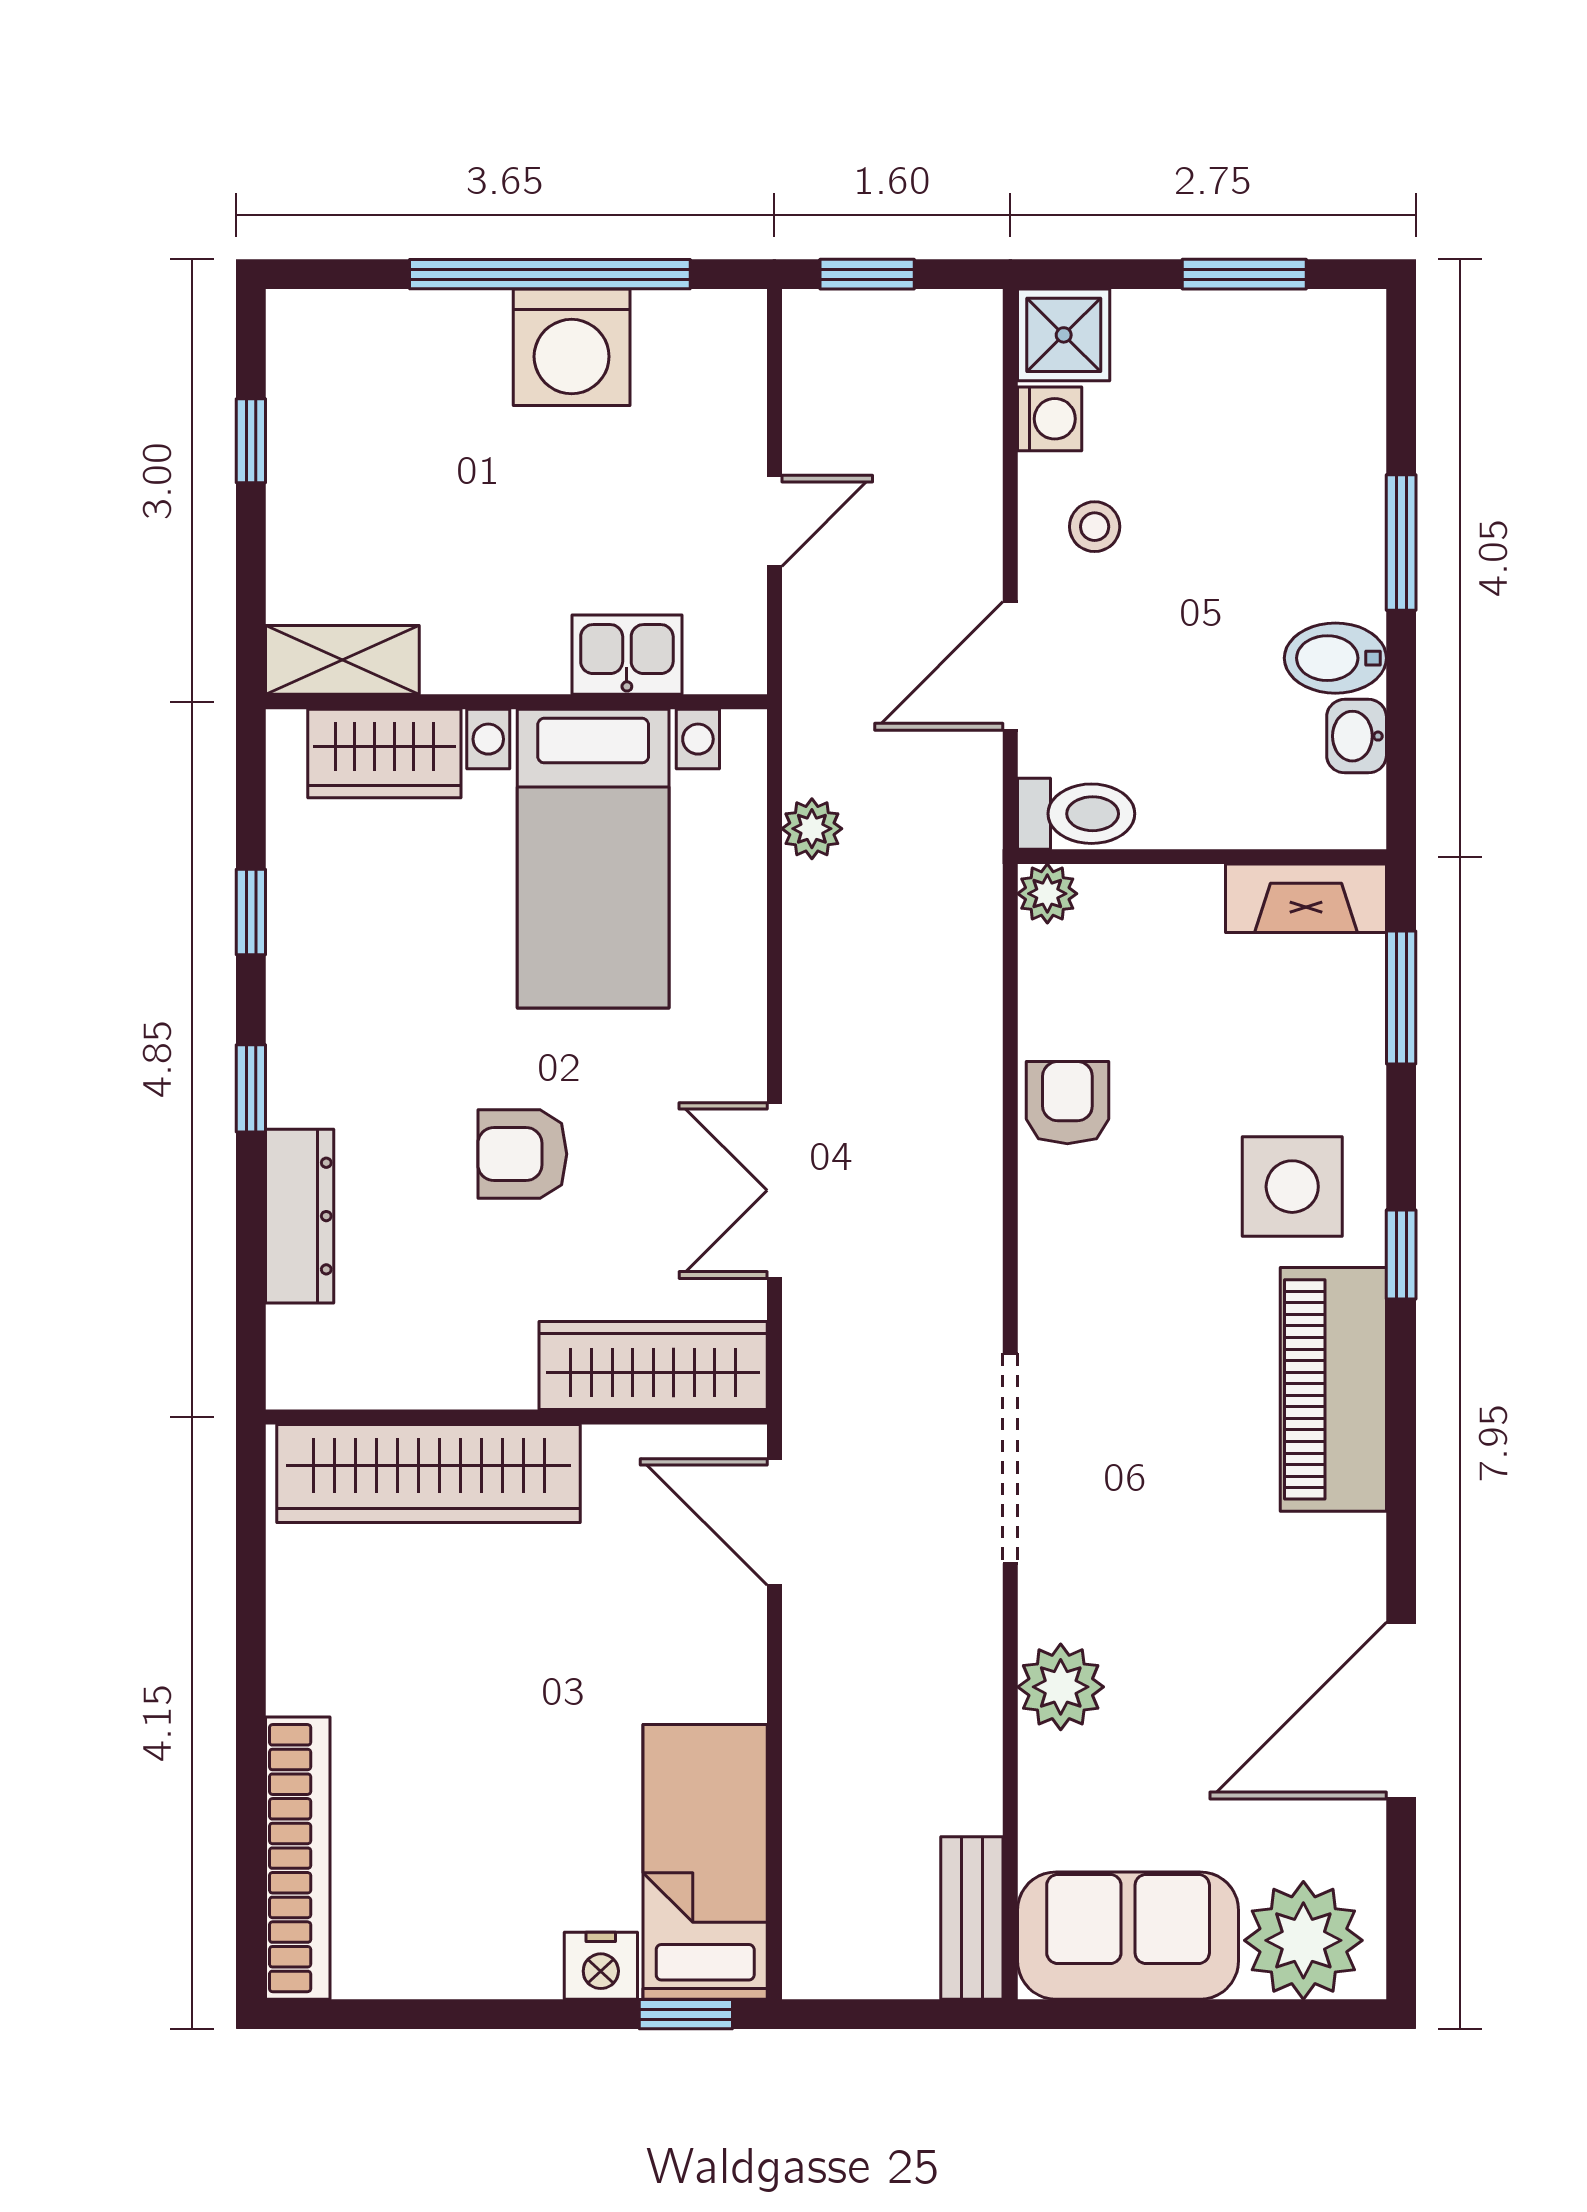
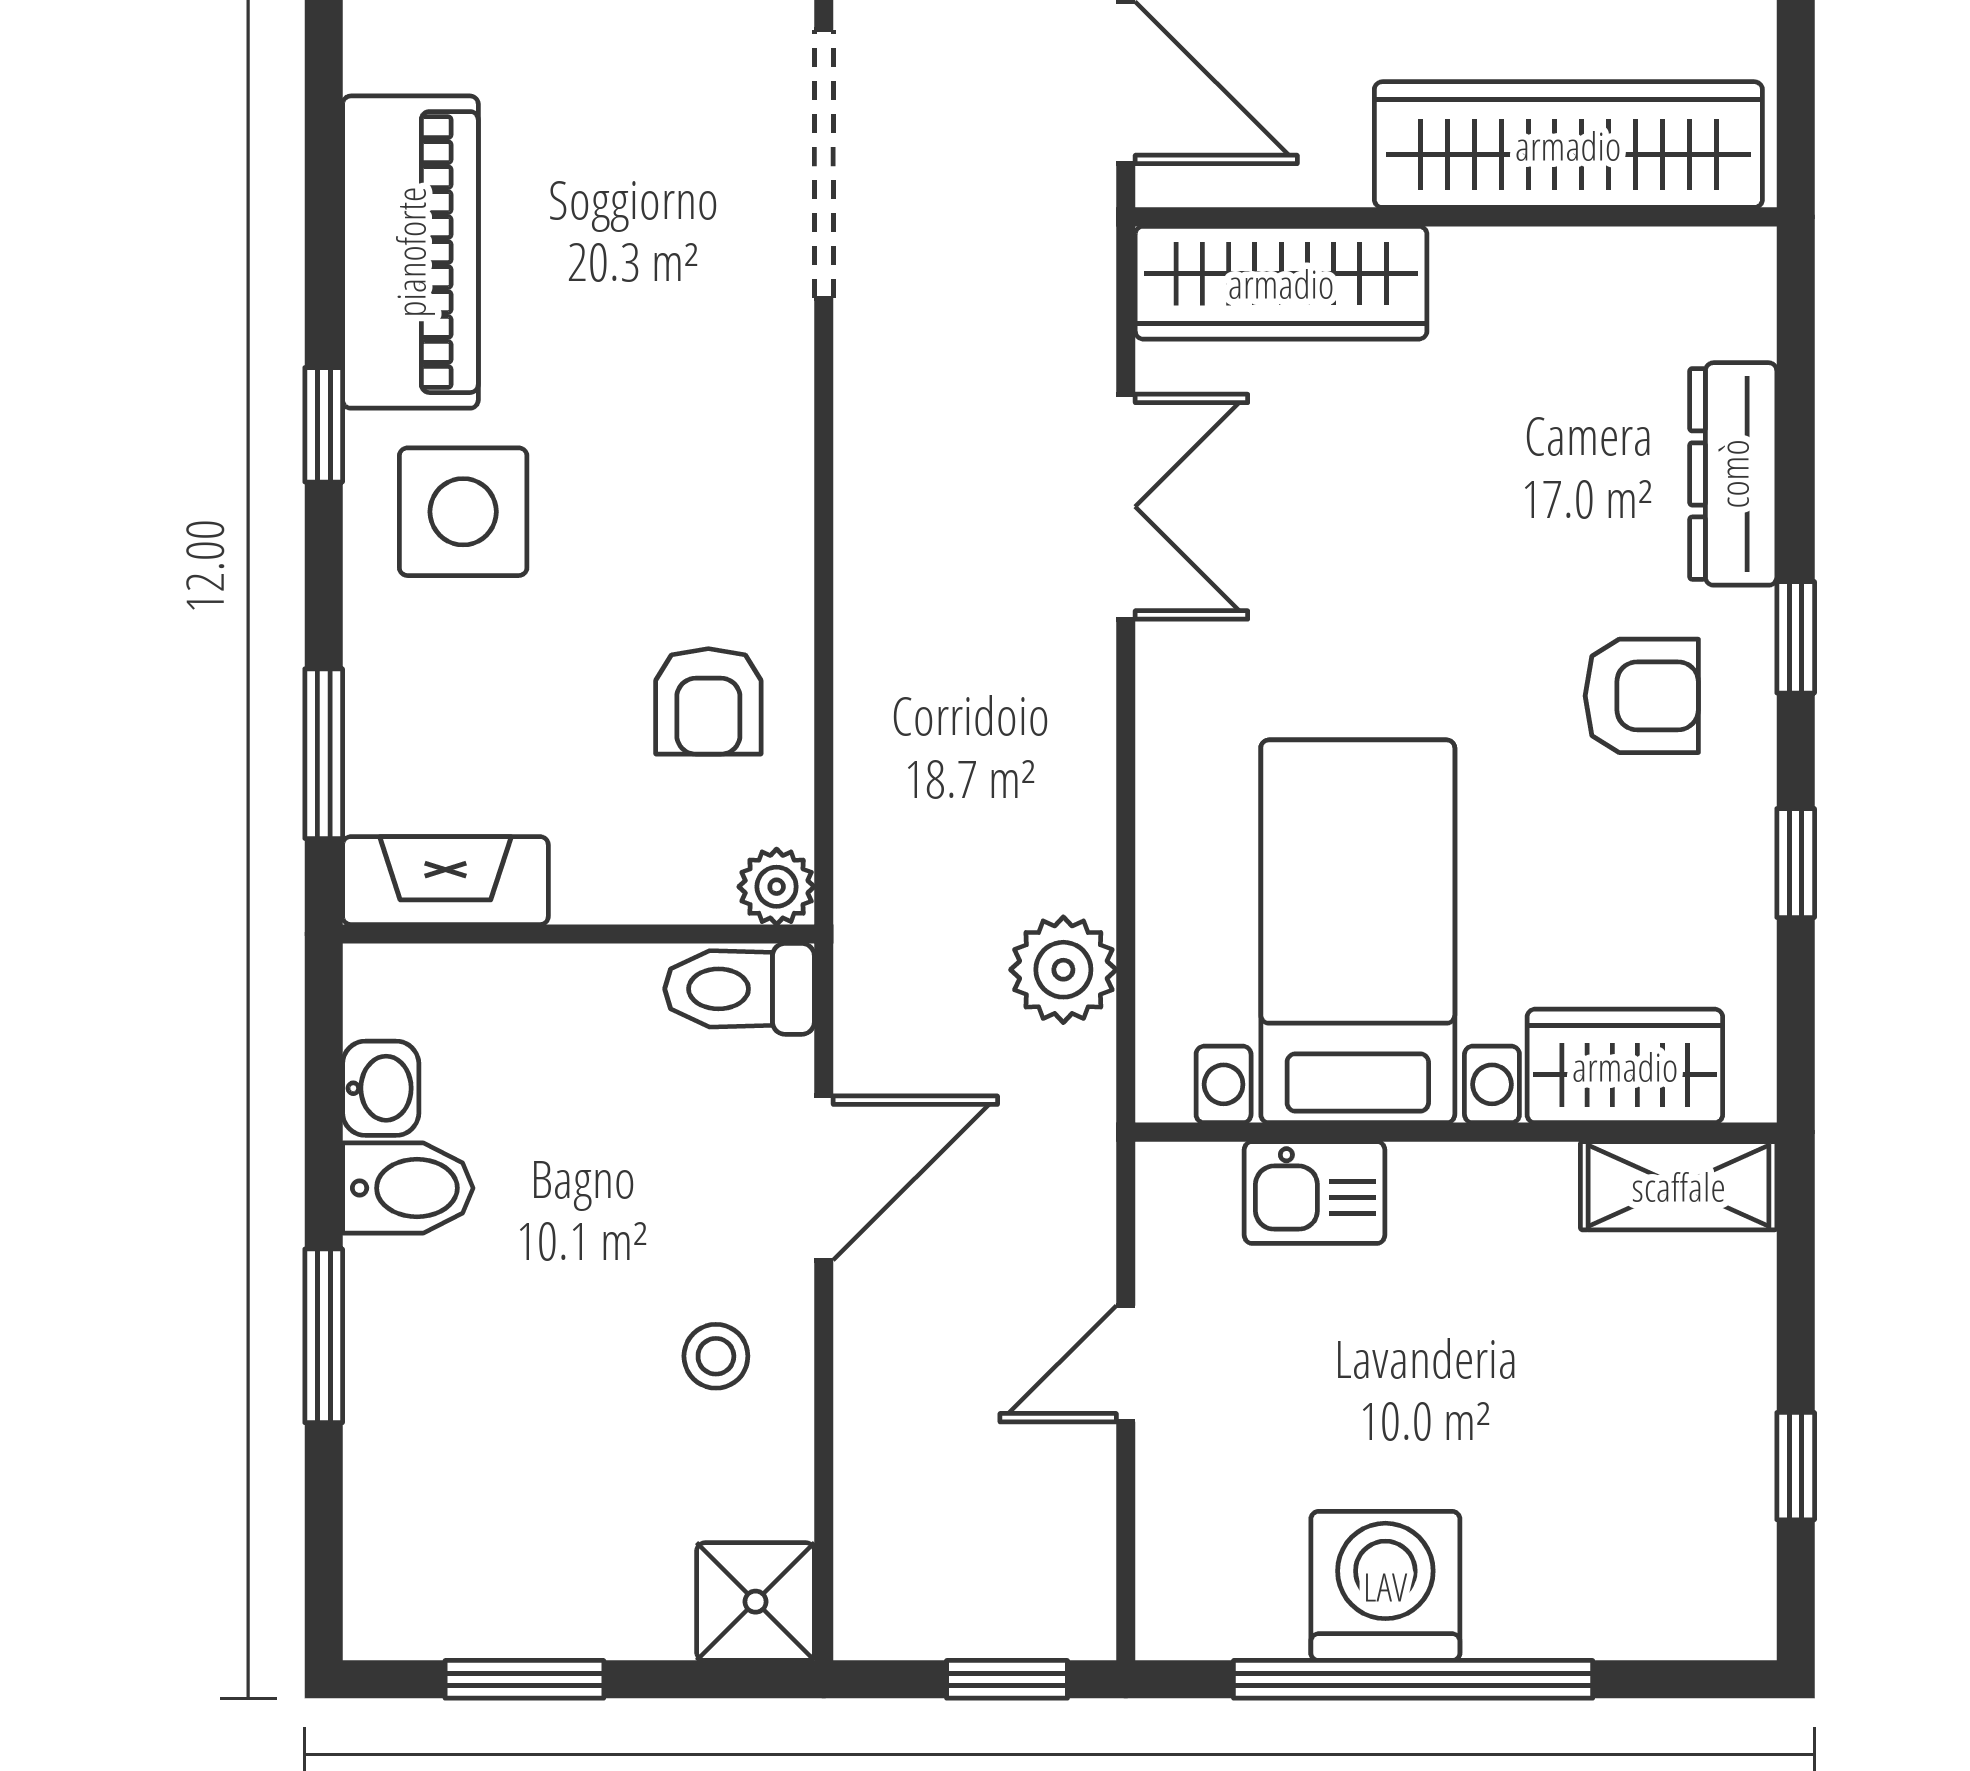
washing machine: (1050, 419) -> (773, 1494), removed
plant: (812, 829) -> (1063, 970), width x1.38, depth x1.38
armchair: (1067, 1103) -> (708, 701), moved
armchair: (522, 1154) -> (1642, 696), moved

